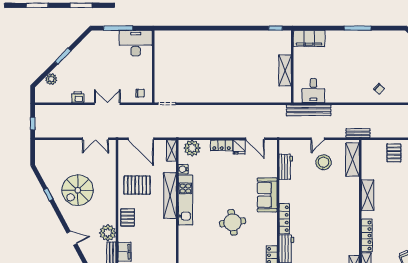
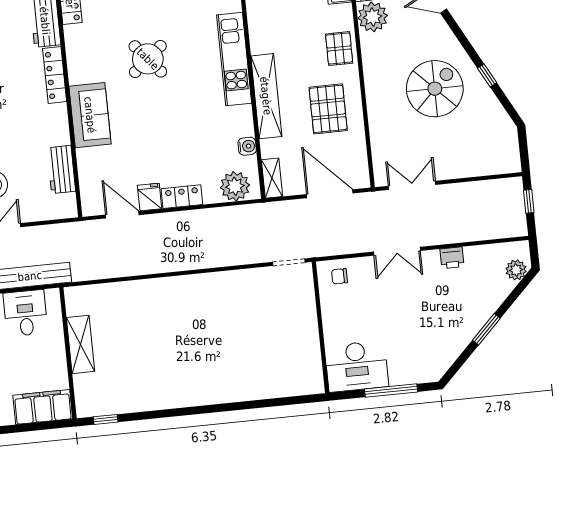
plant: (51, 79) -> (516, 270), moved
pallet: (137, 185) -> (328, 109), turned 90
kitchen unit: (185, 200) -> (234, 59), moved
round table: (233, 222) -> (148, 59), turned -32

